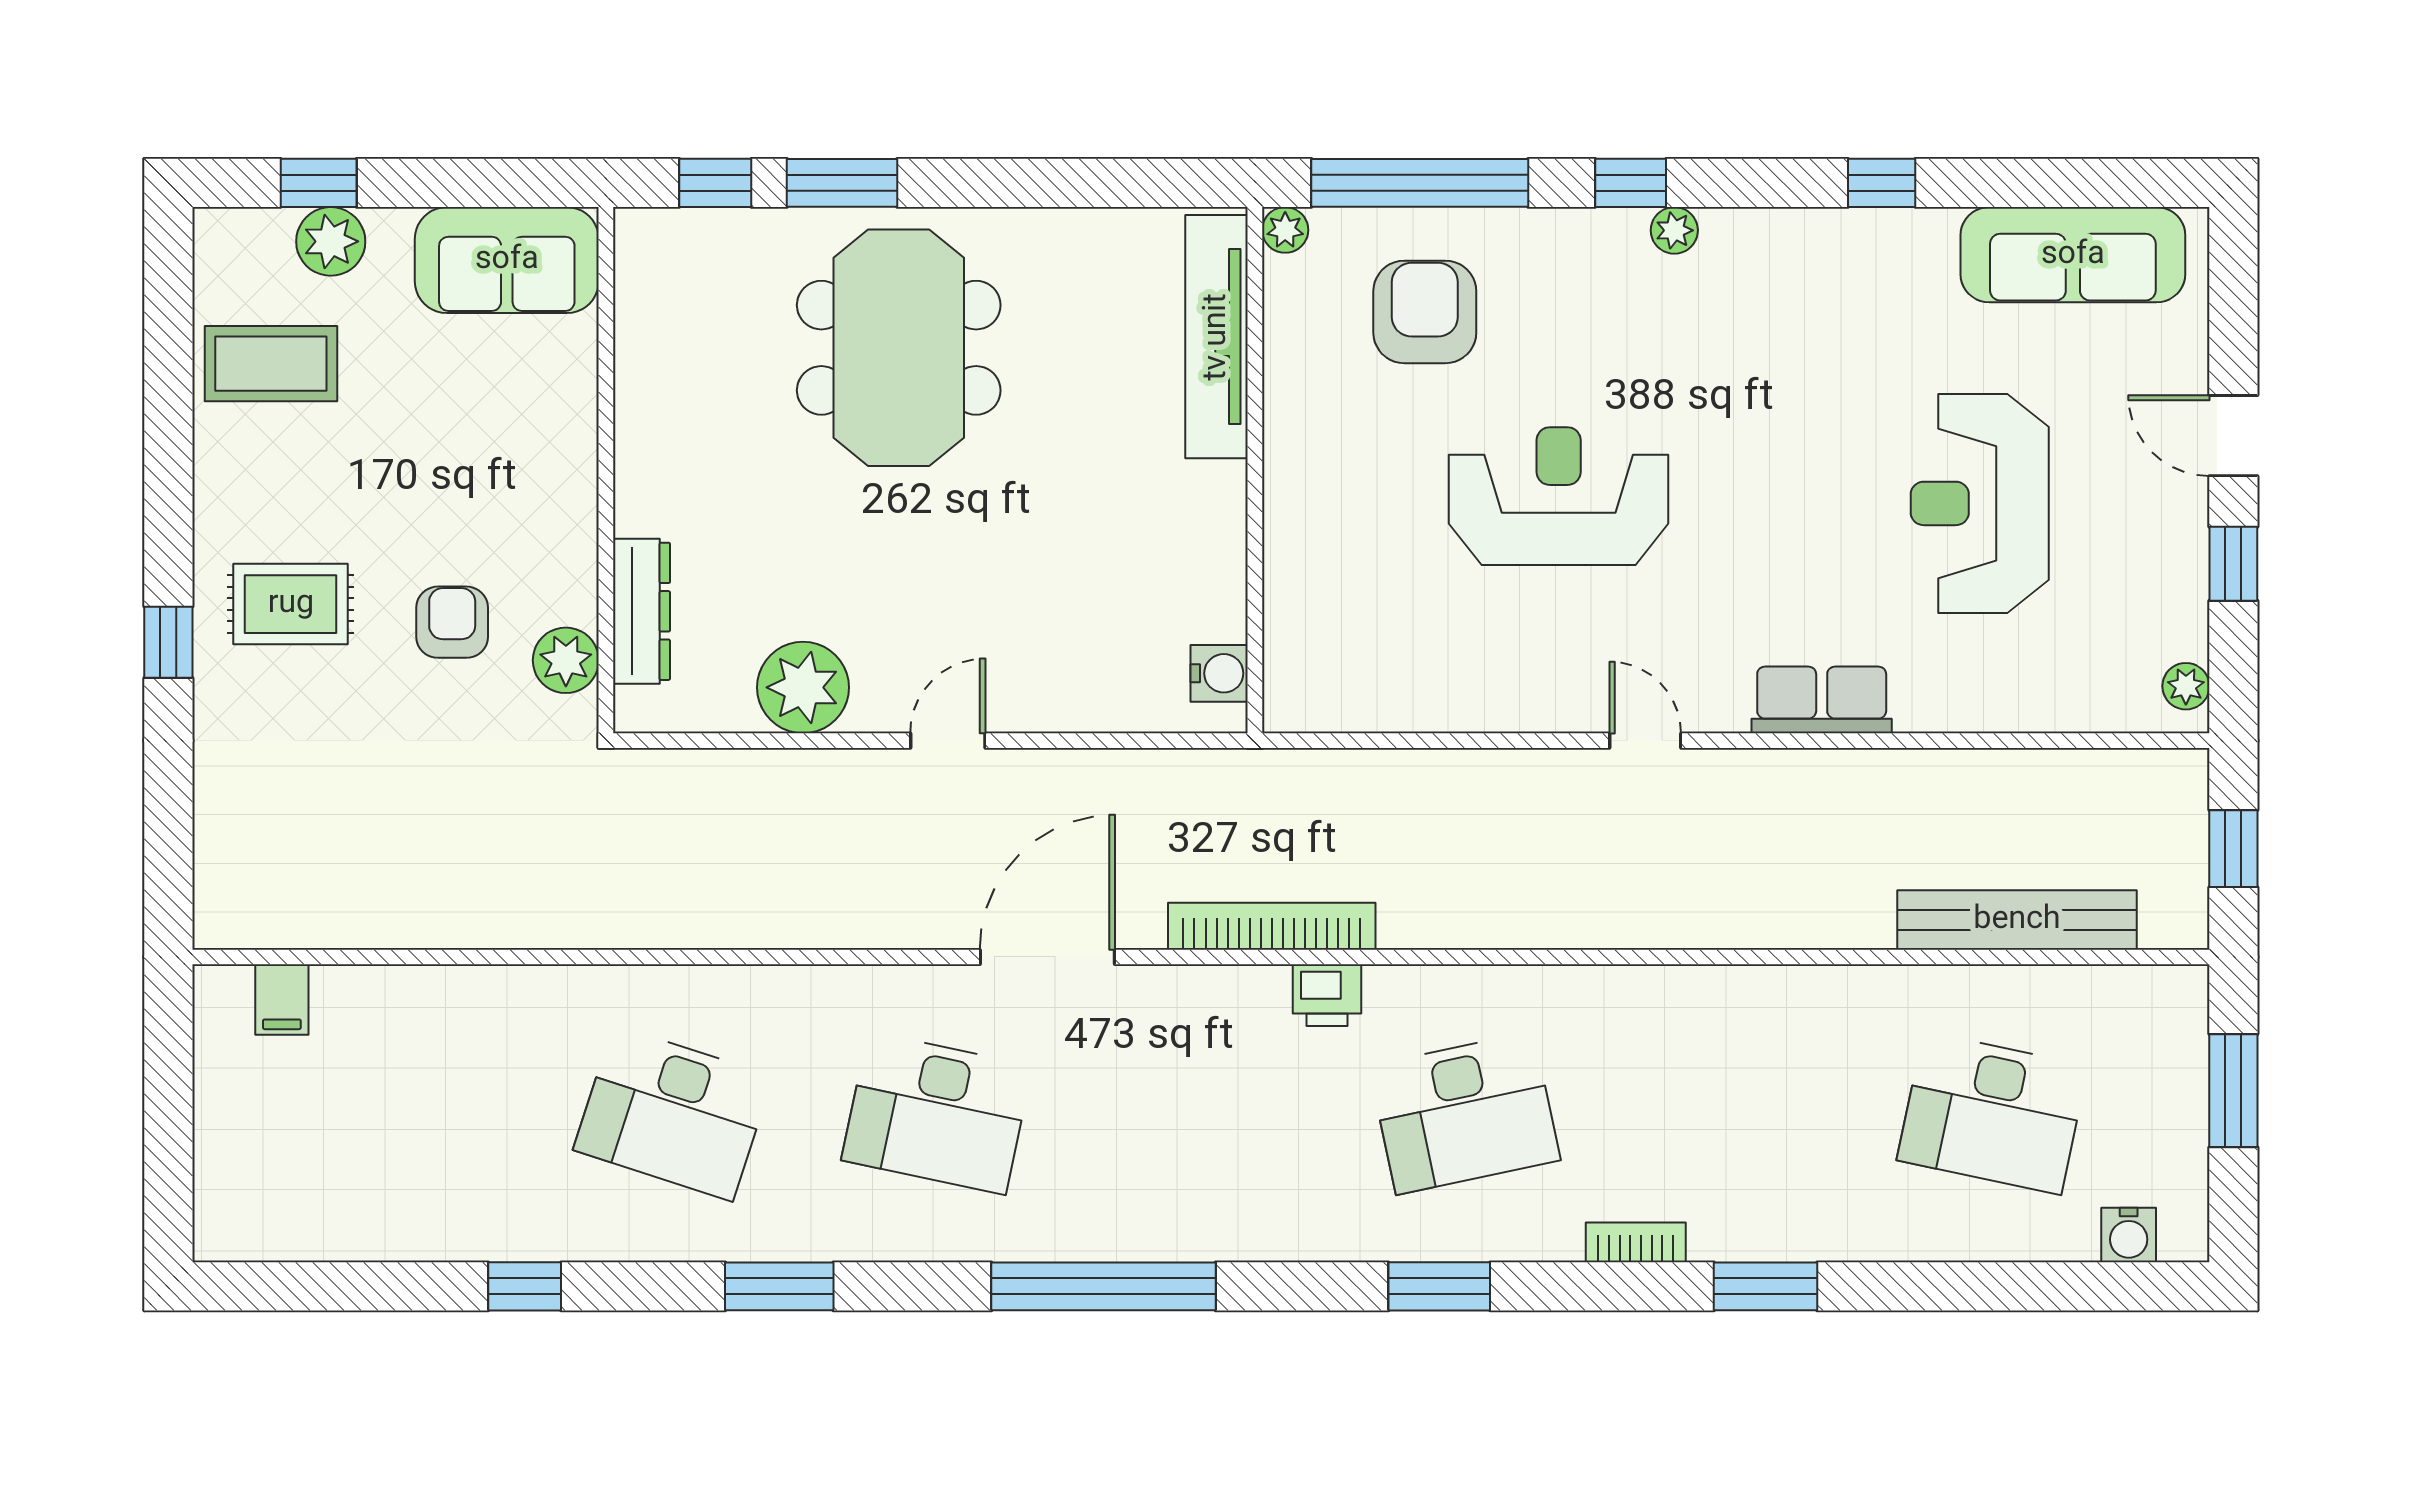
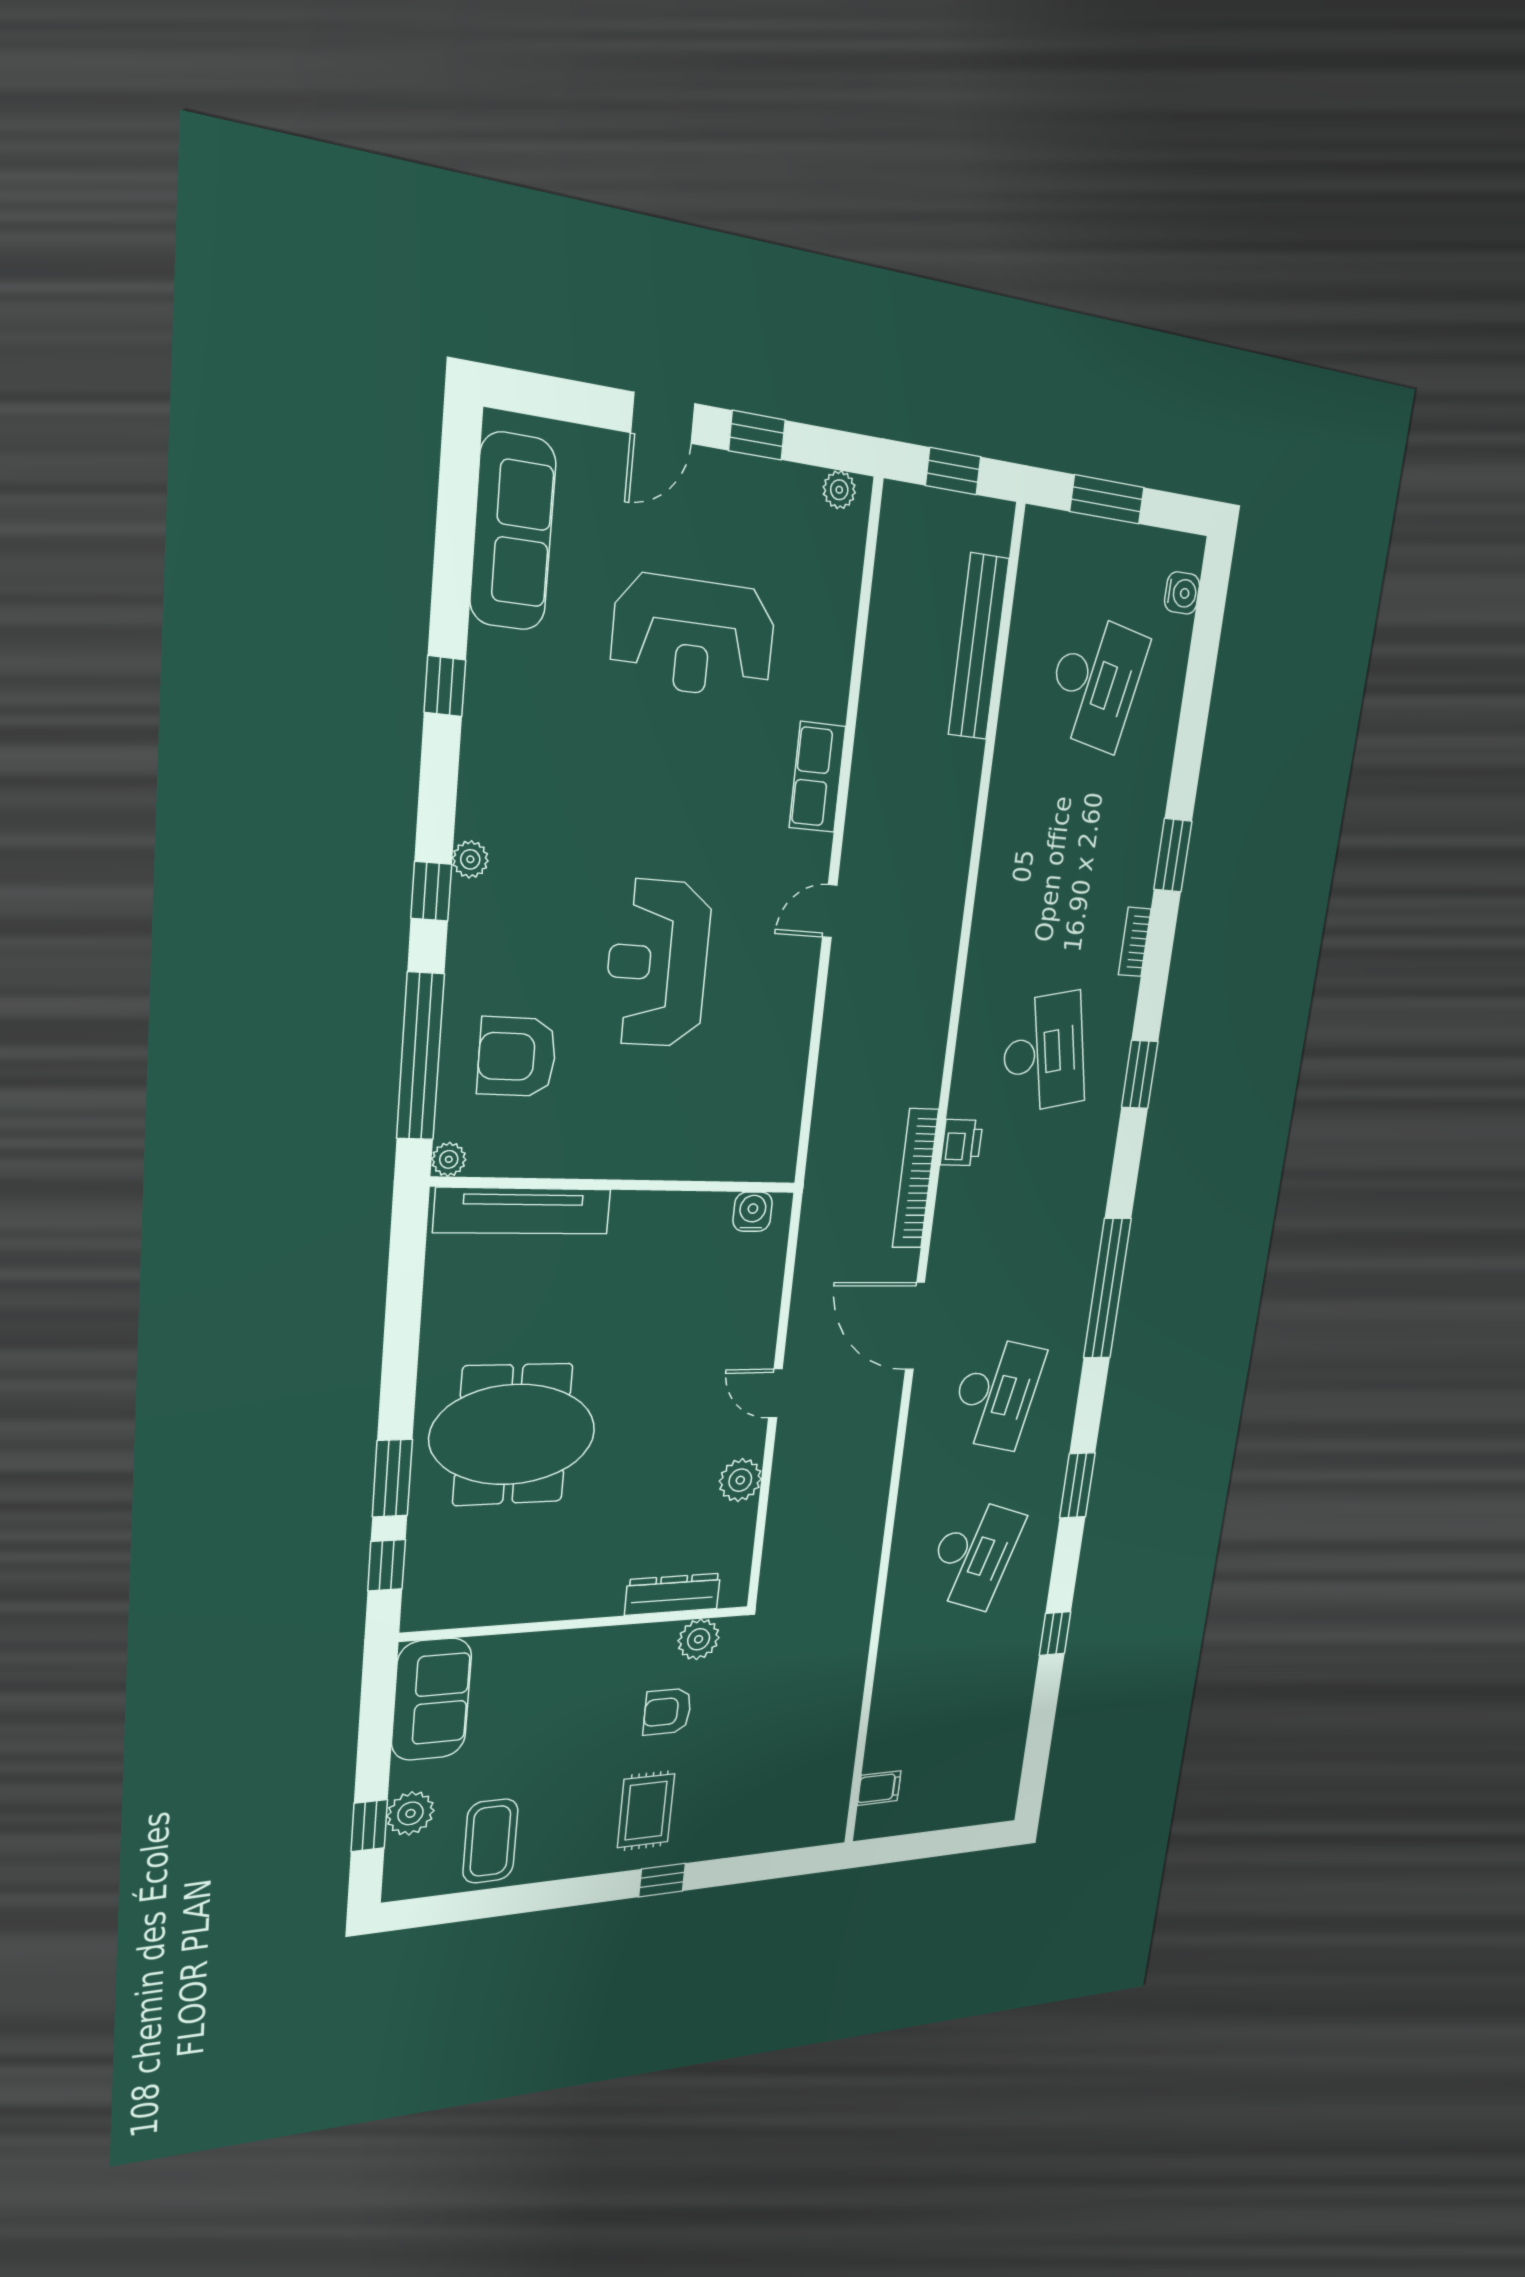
plant: (803, 687) -> (740, 1480), width x0.73, depth x0.73

